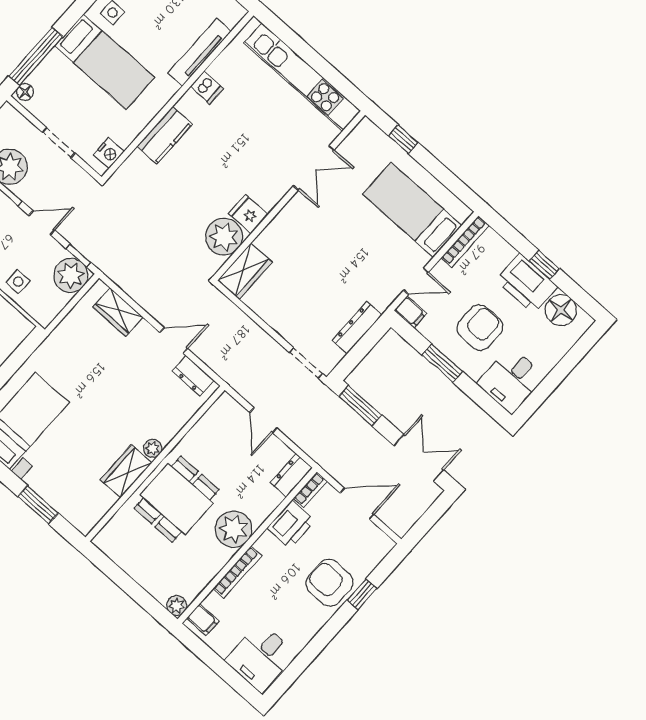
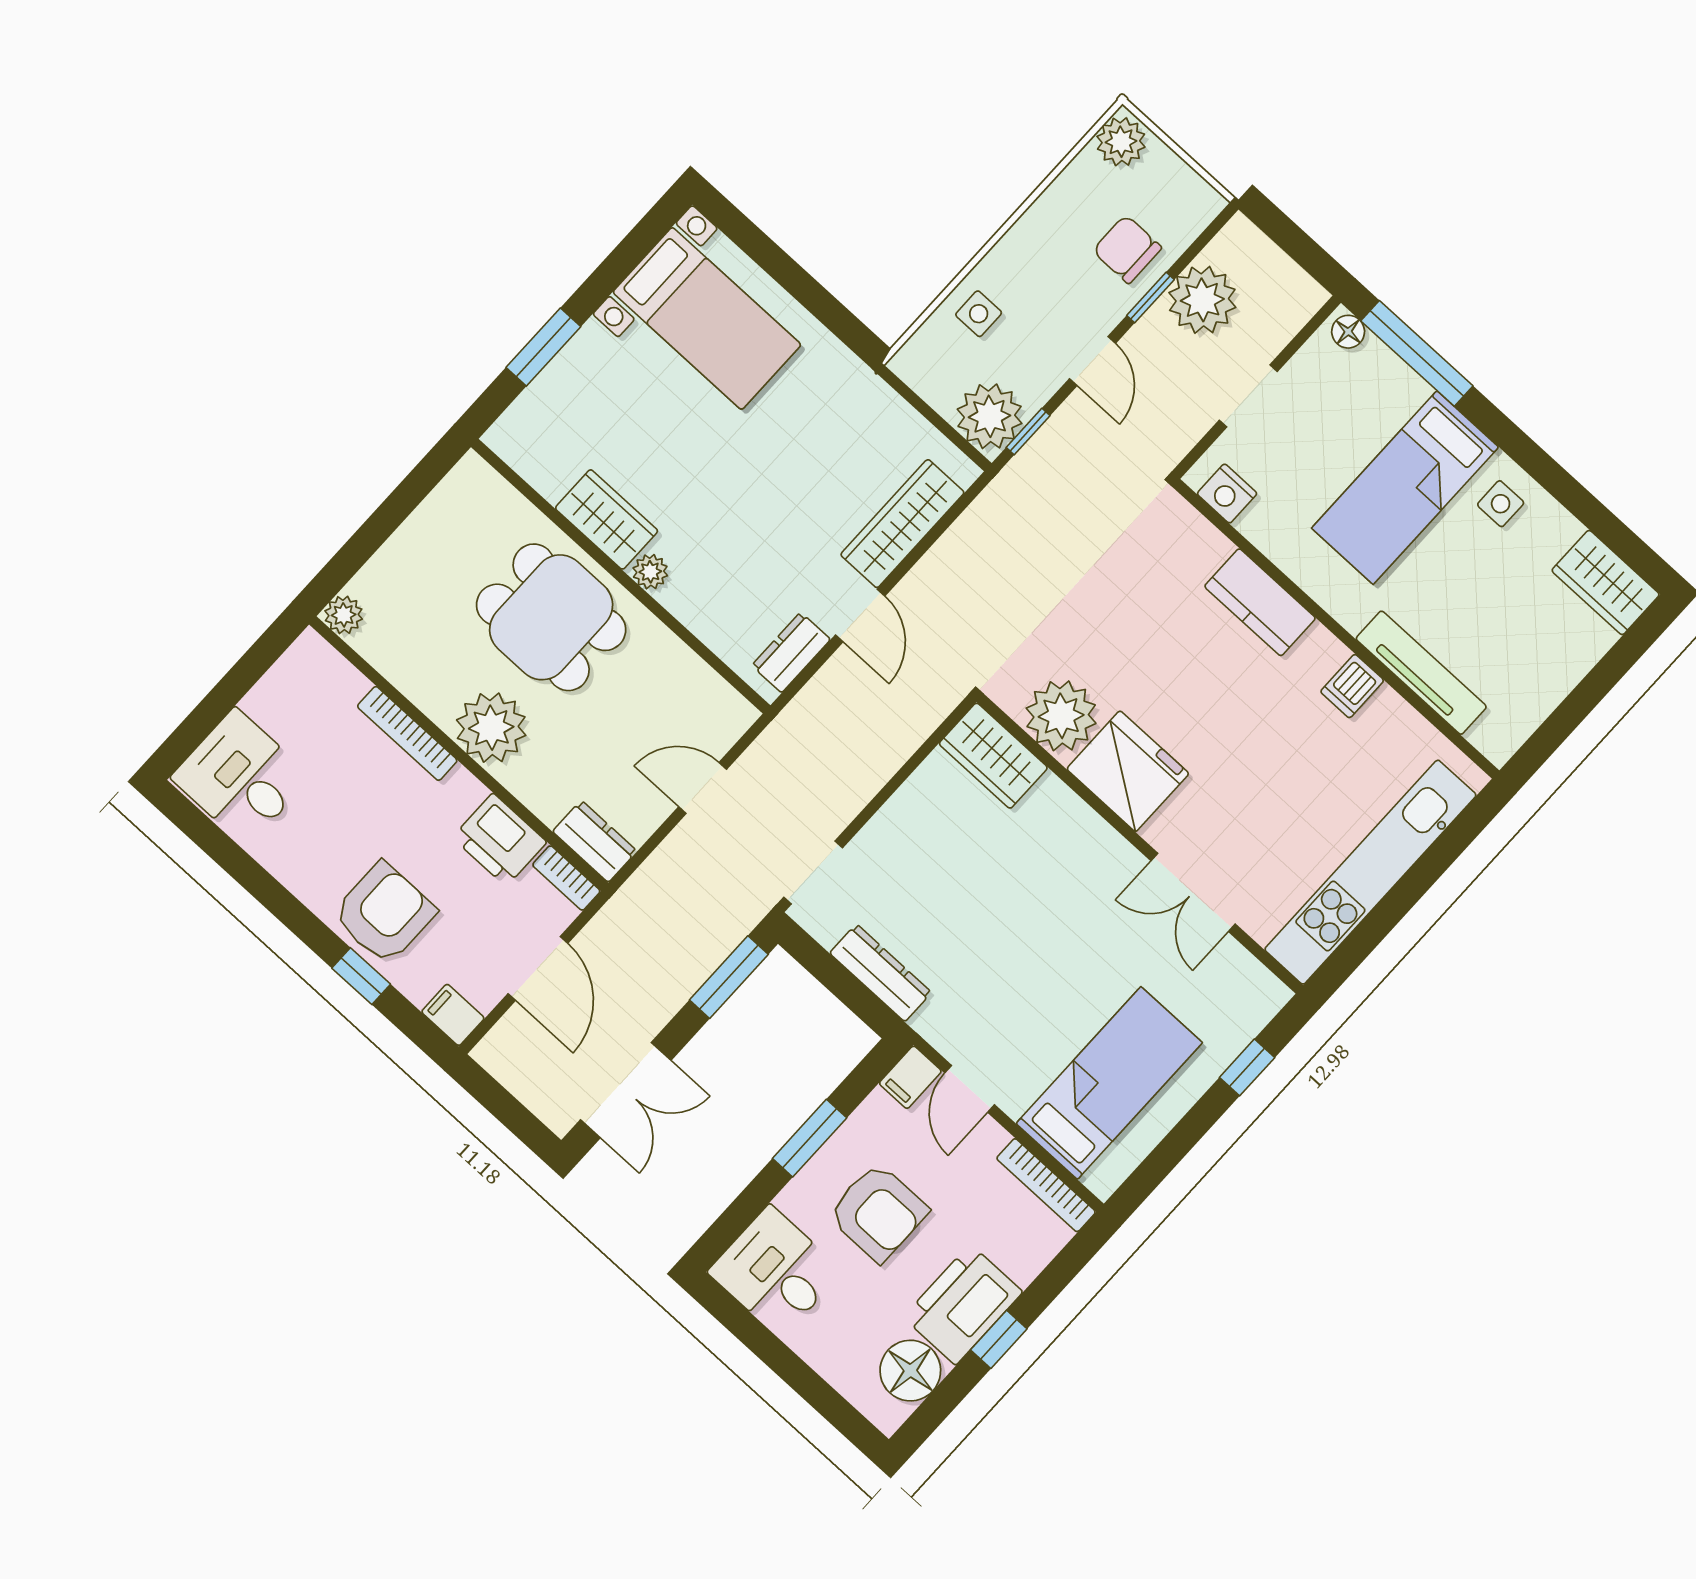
fridge: (248, 214) -> (1128, 771), width x1.88, depth x1.34
wardrobe: (118, 312) -> (902, 524), width x1.50
filing cabinet: (203, 620) -> (453, 1015), moved, turned 90

